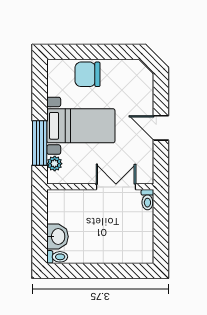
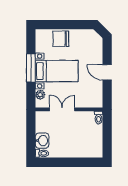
window: (40, 143) -> (31, 68), moved
double door: (116, 187) -> (62, 109), moved

